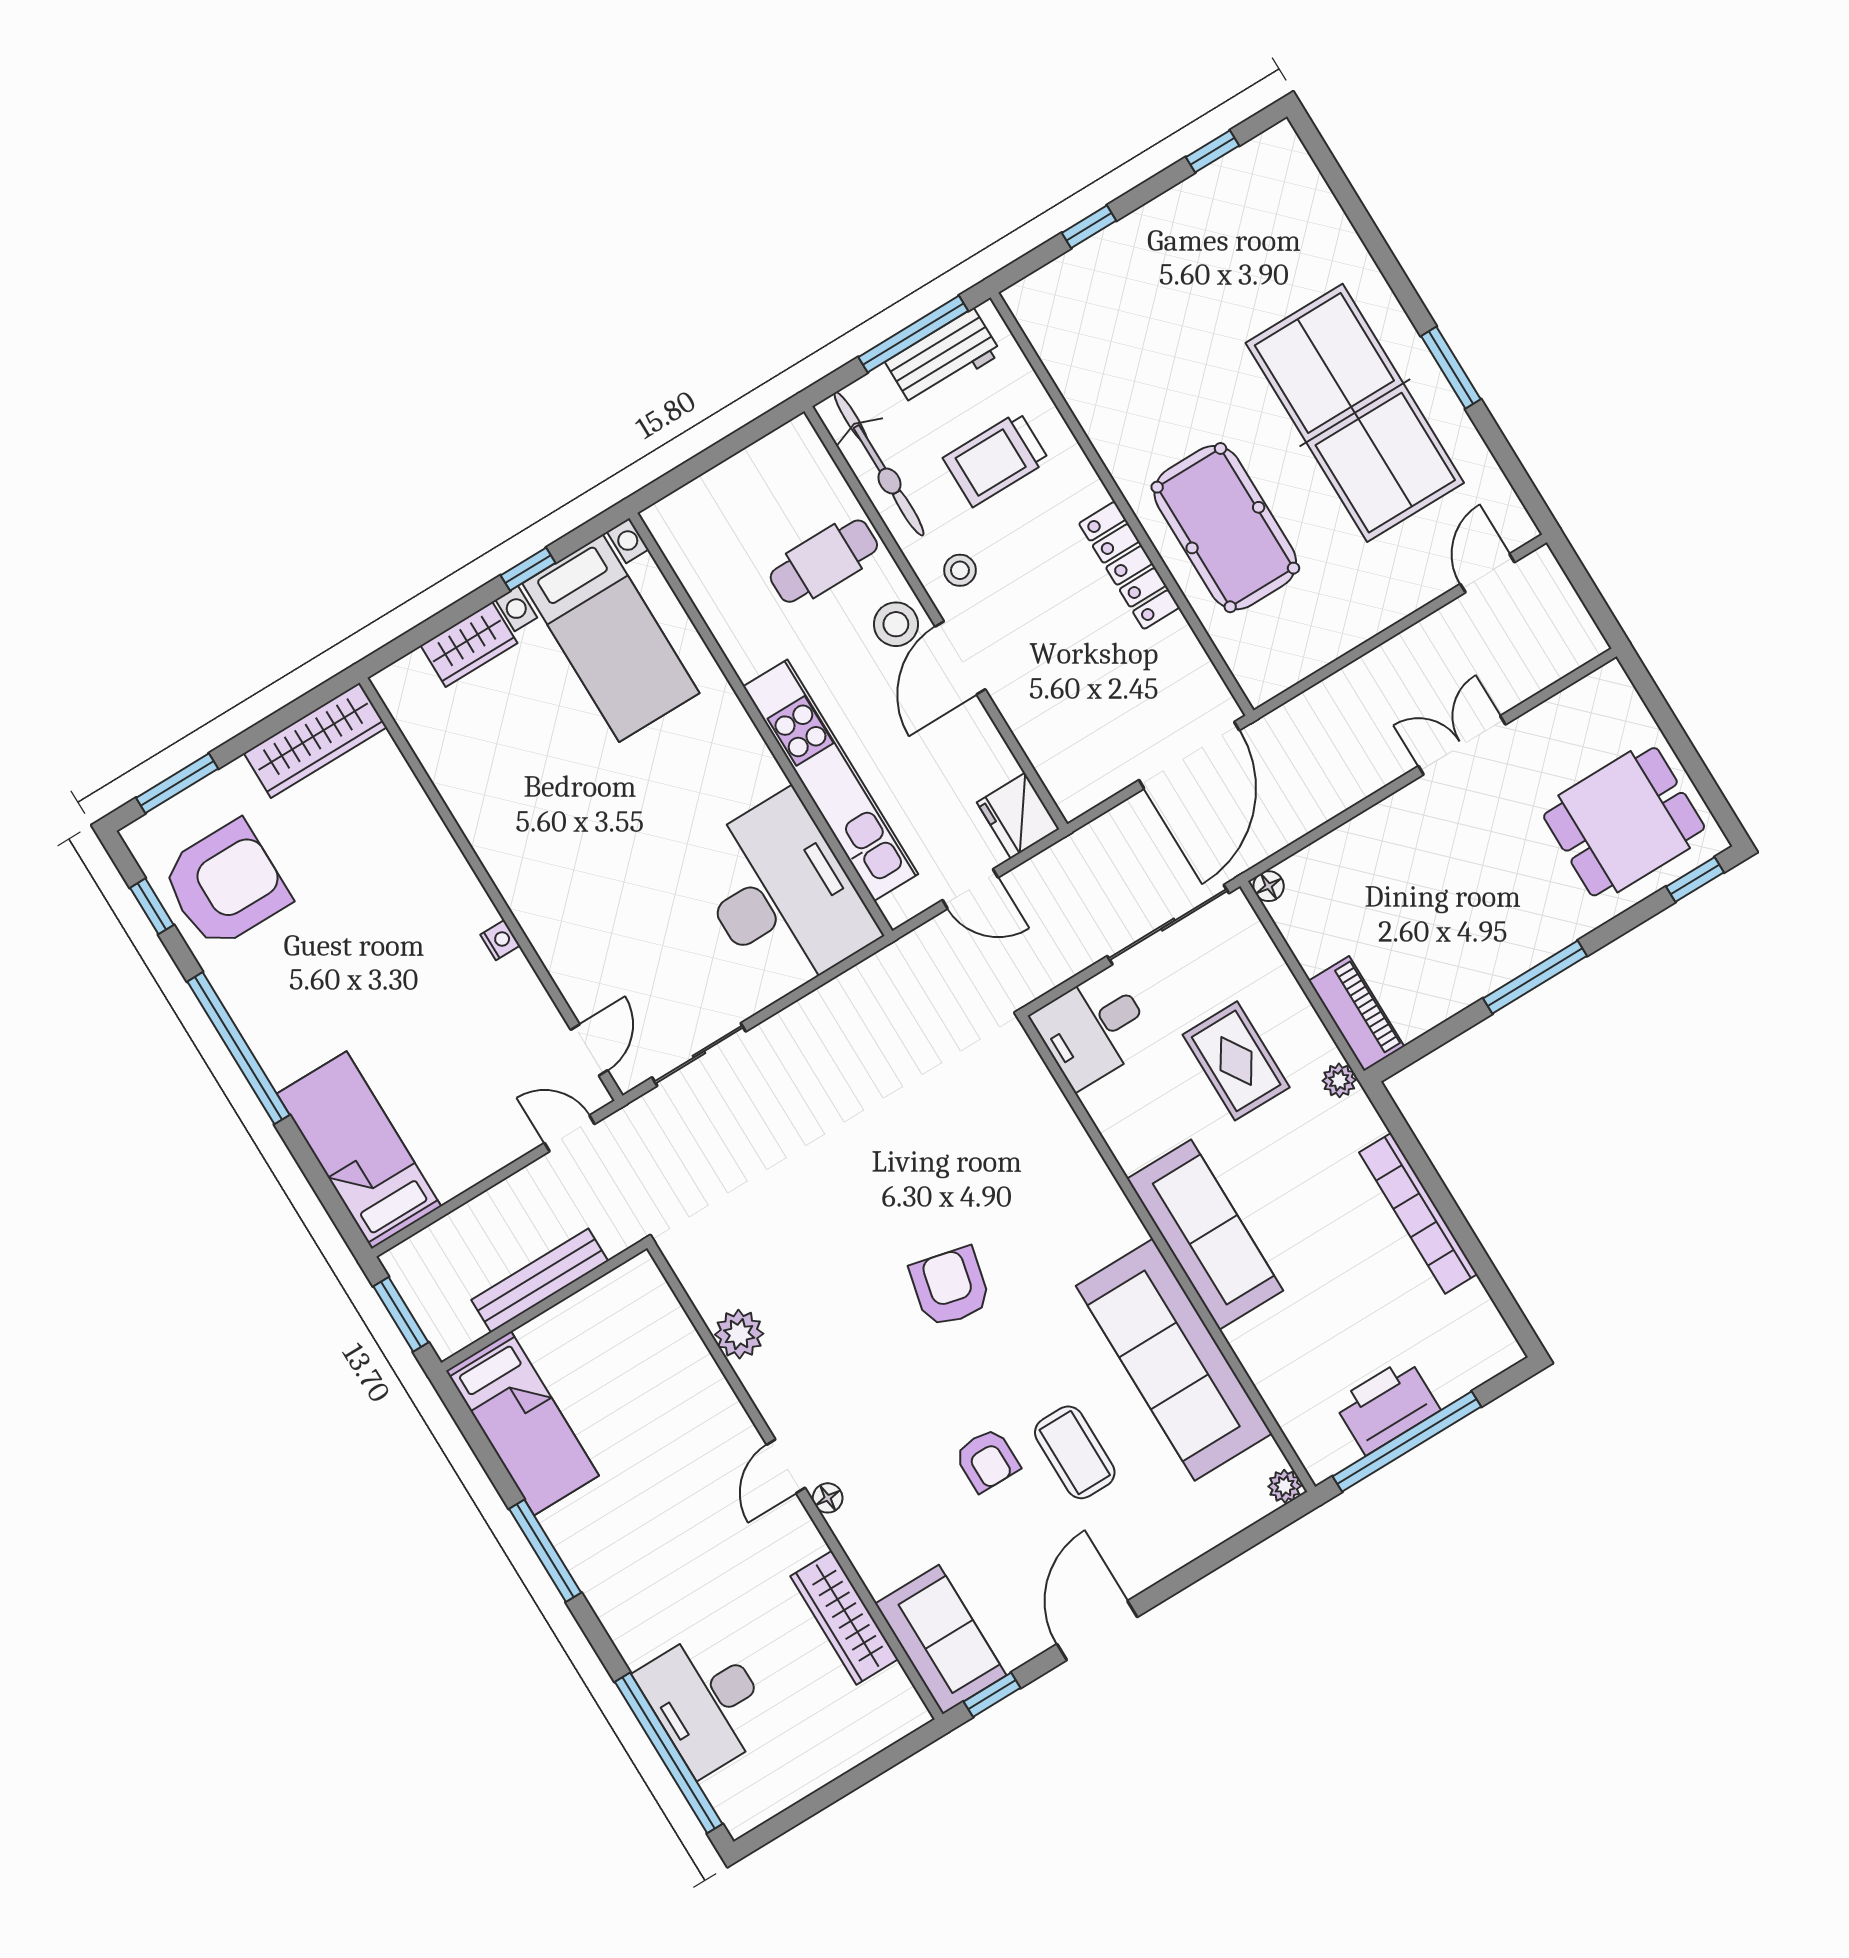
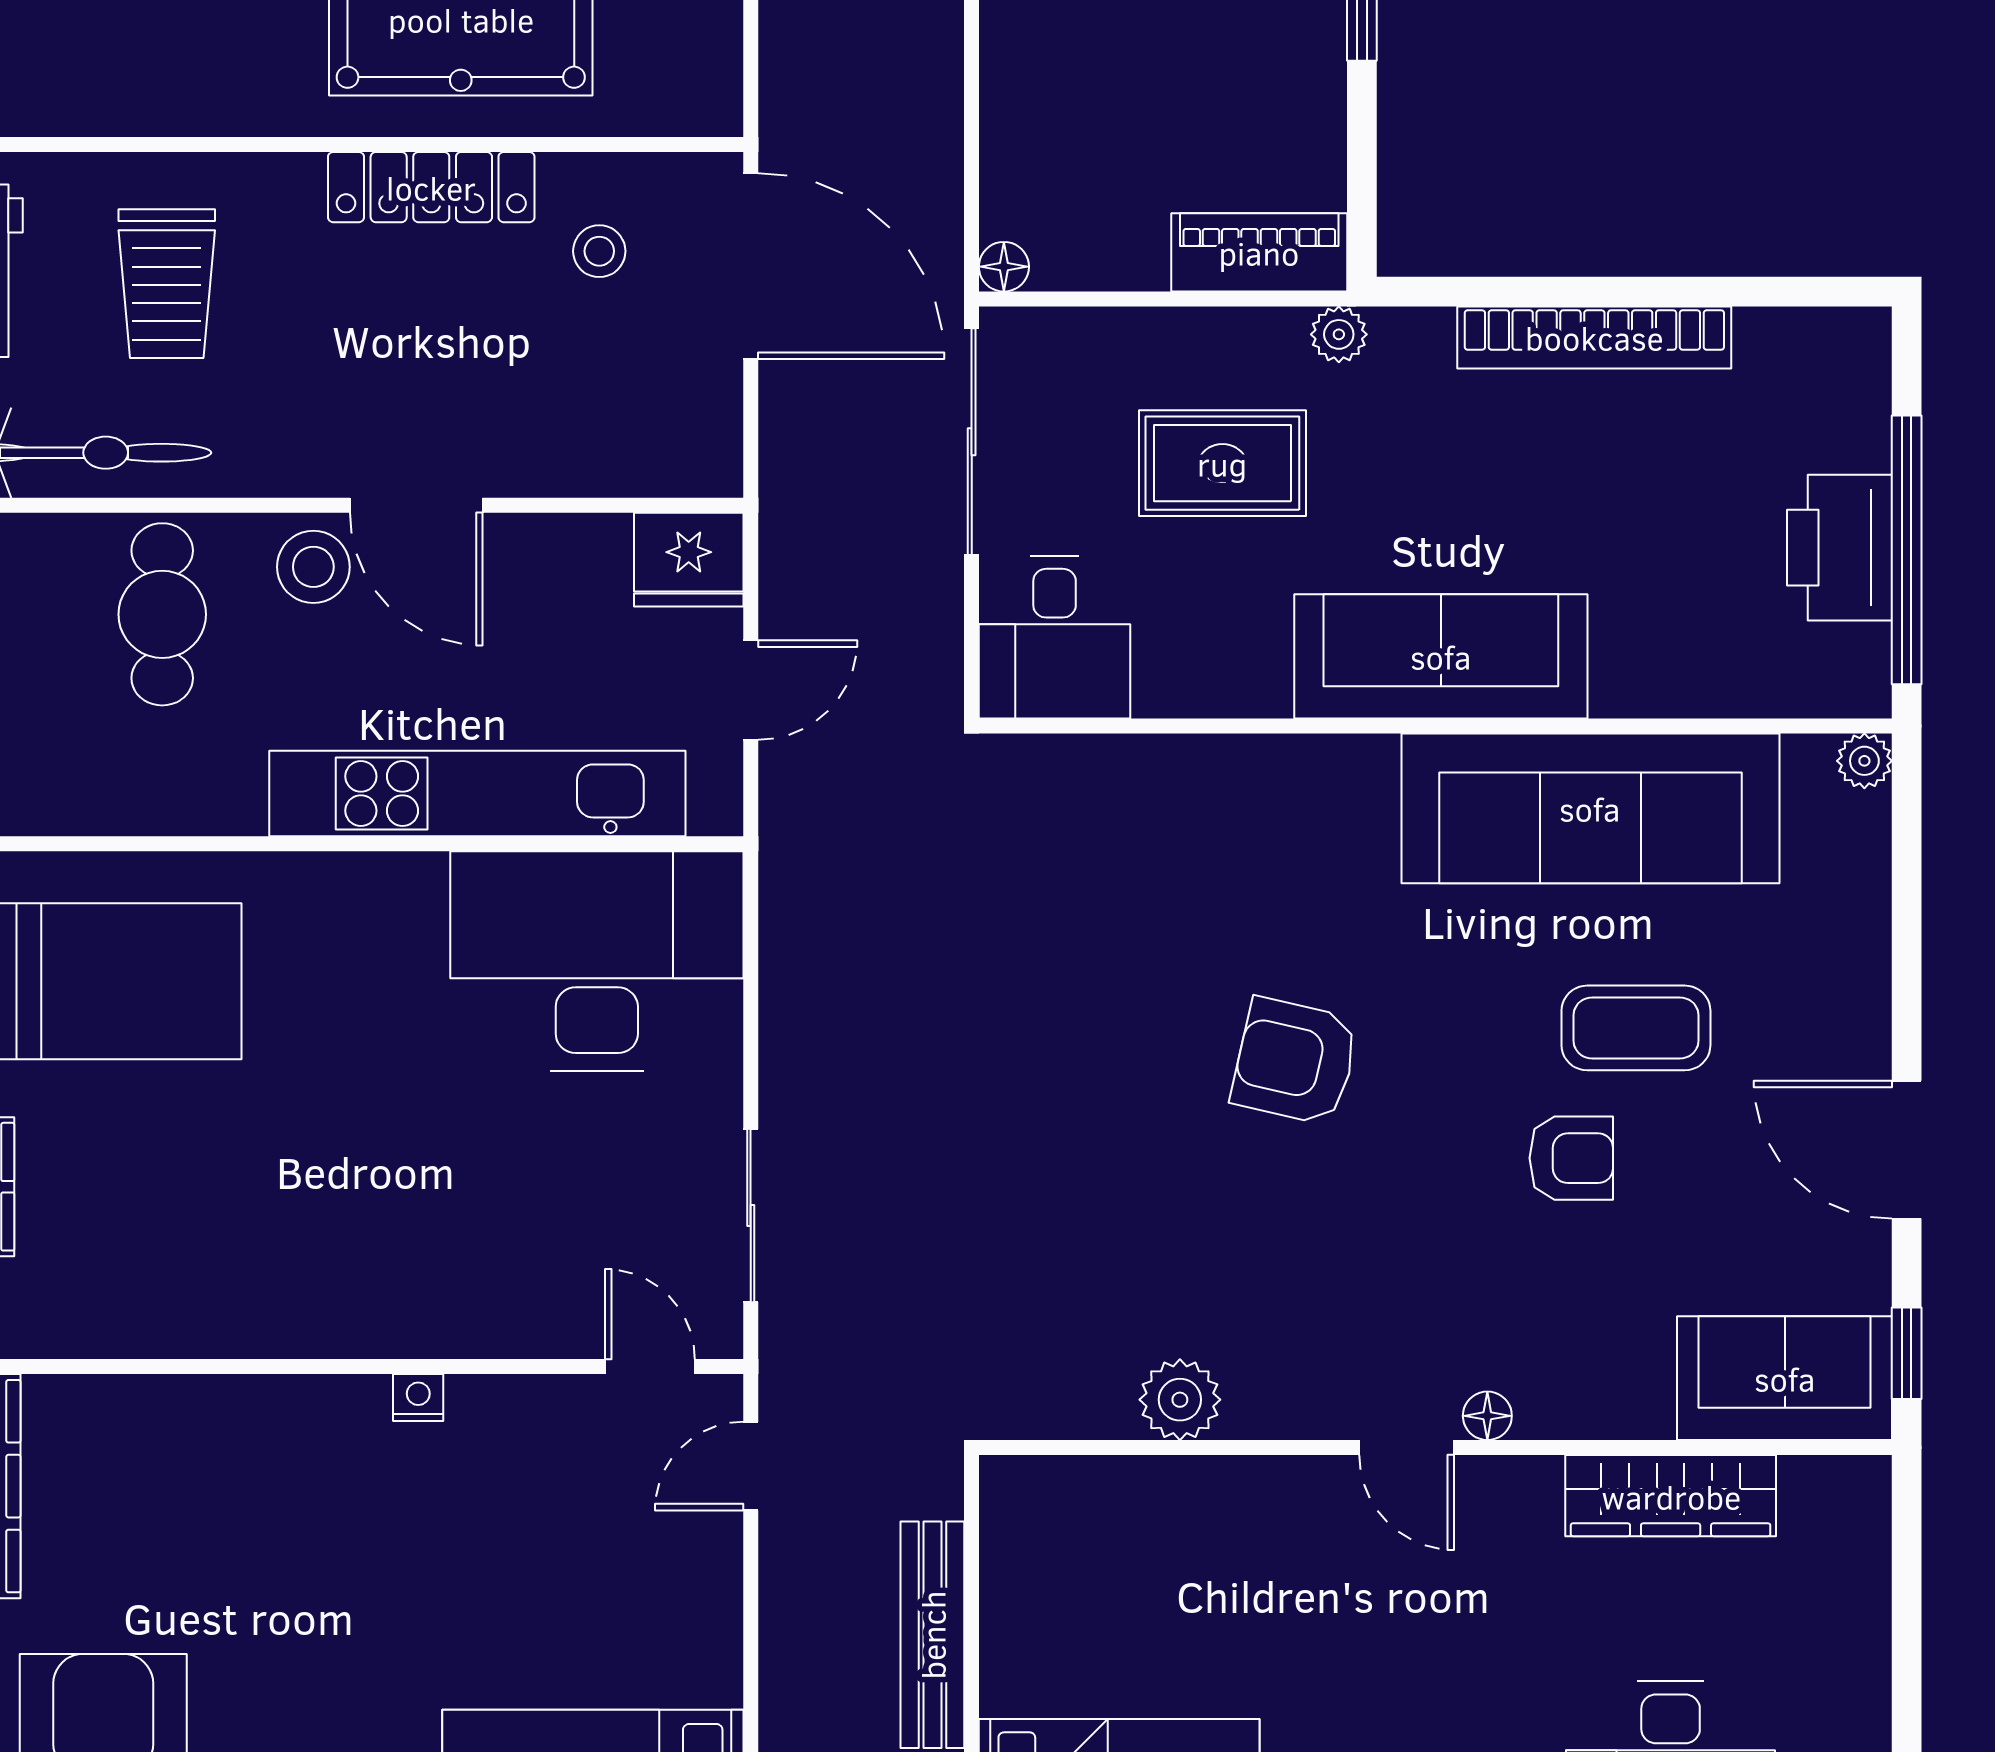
stool: (960, 570) -> (599, 251), moved

